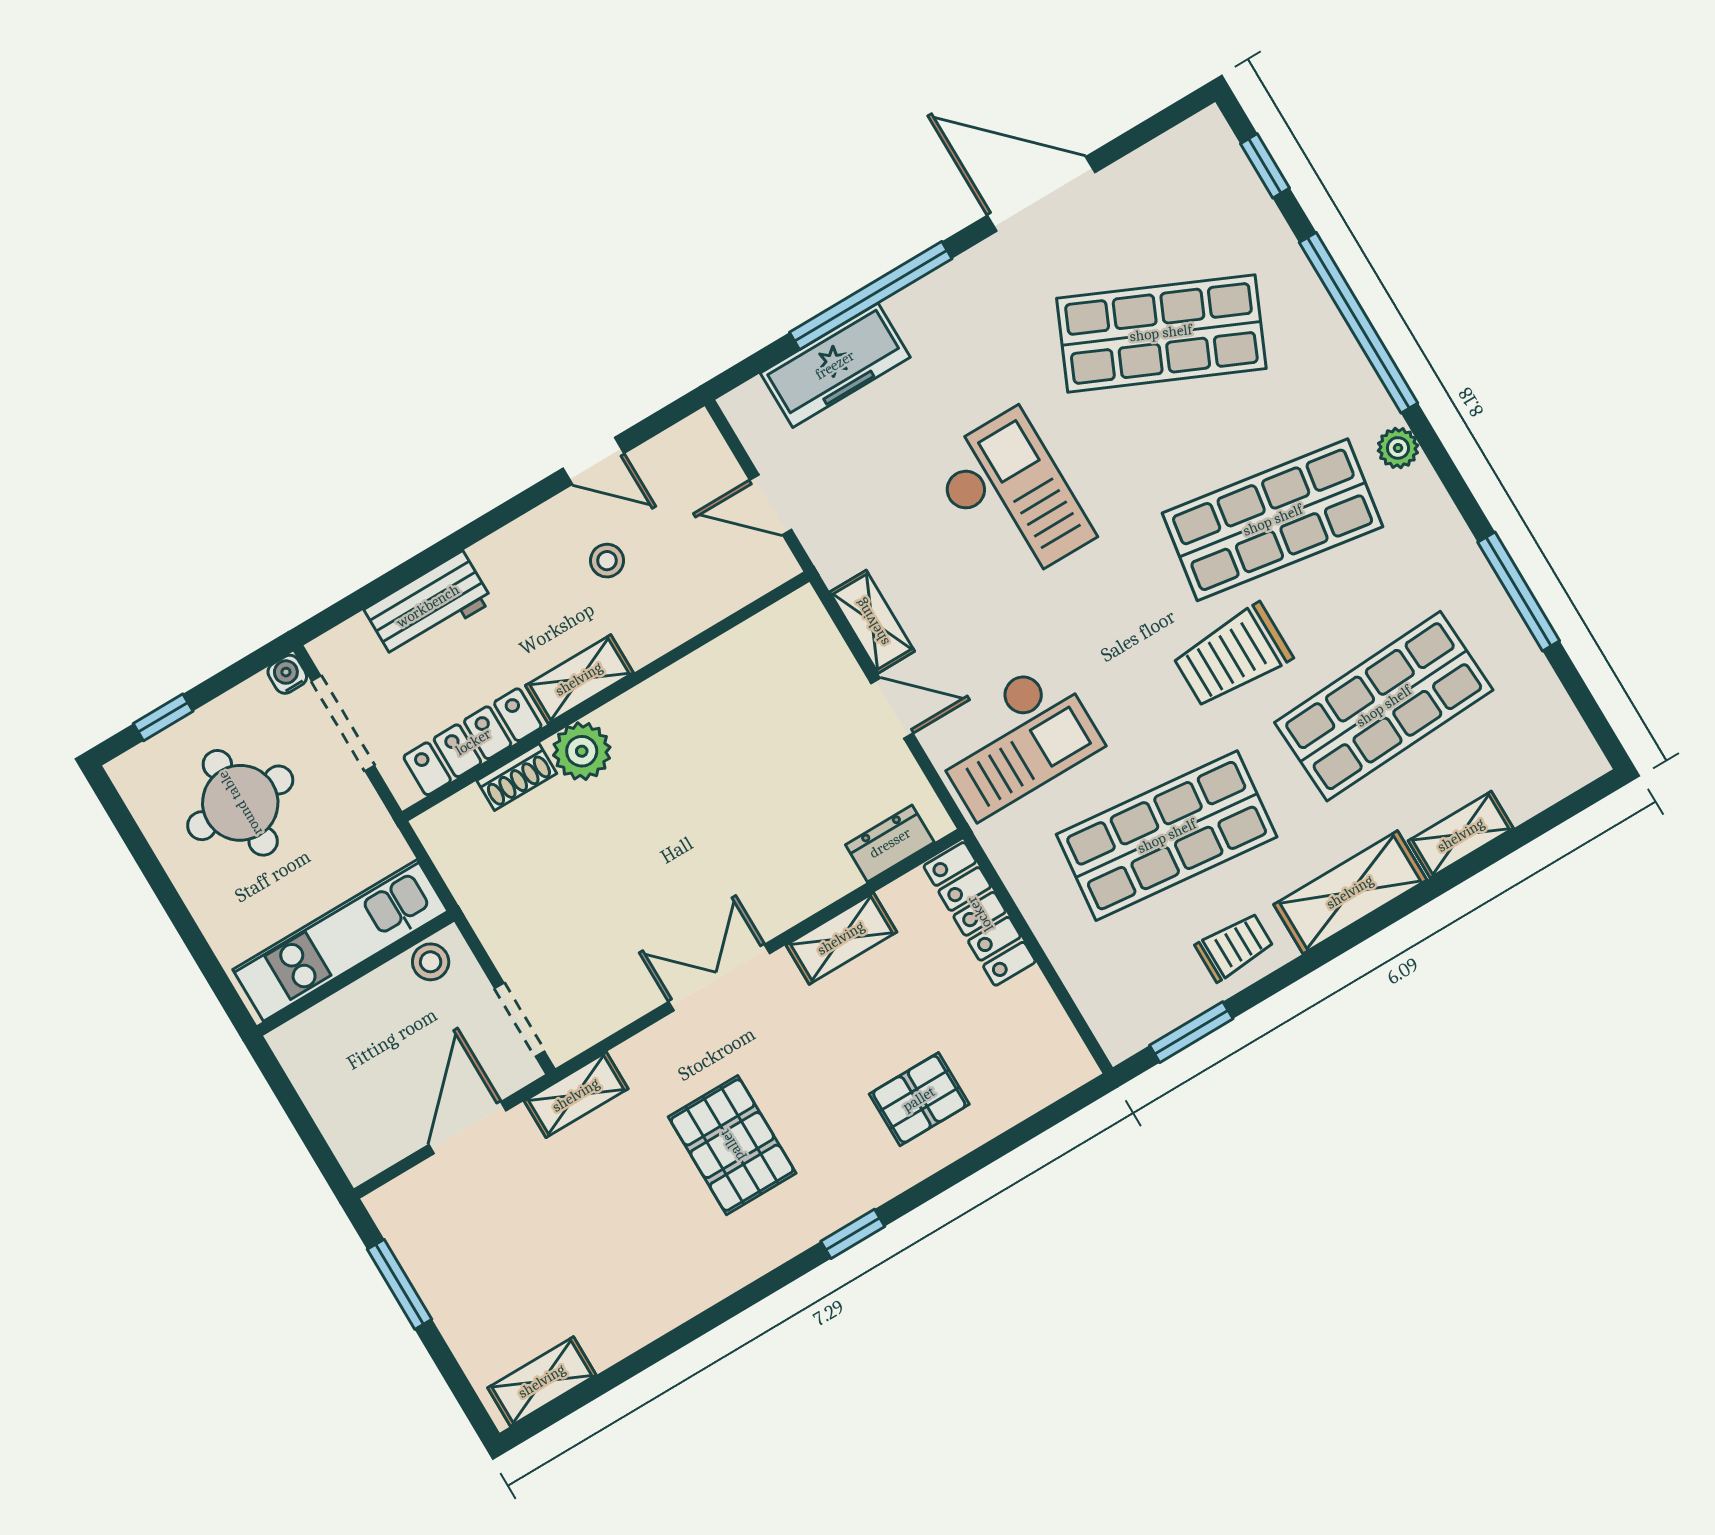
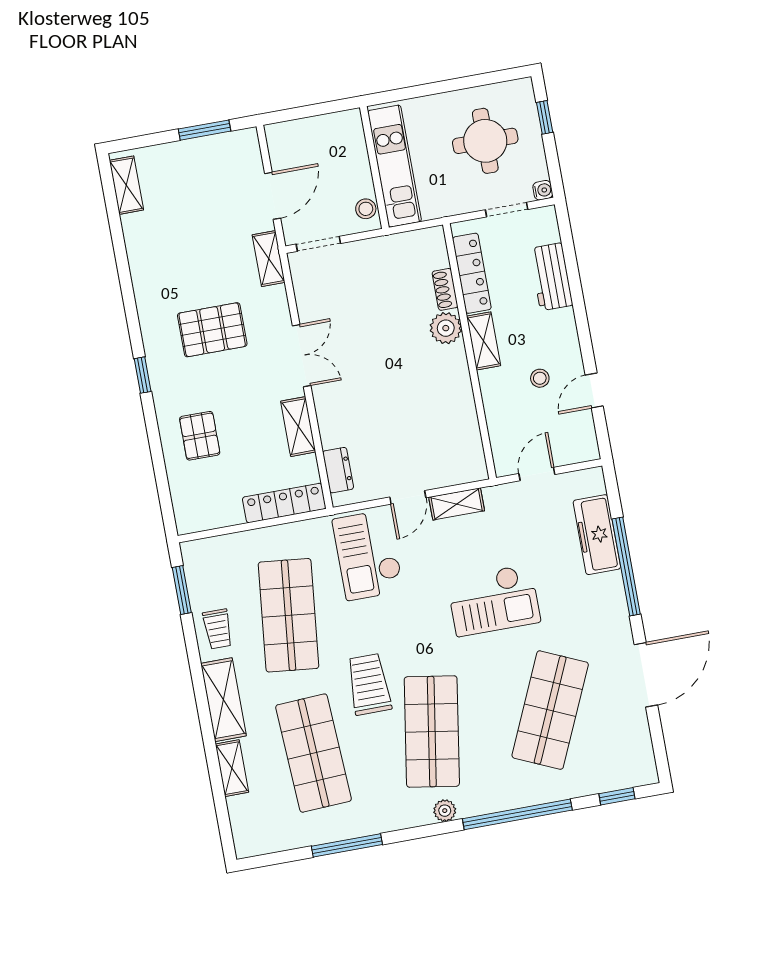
doorway: (343, 723) -> (507, 210), width x0.73
door: (467, 1128) -> (273, 196), hinge flipped

